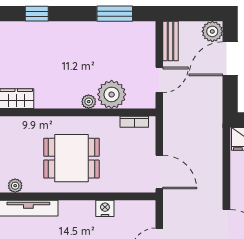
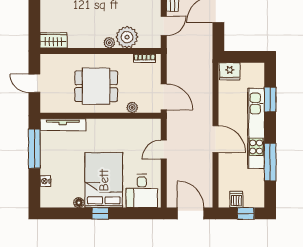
plant: (15, 186) -> (132, 107), moved
nightstand: (105, 208) -> (122, 125), removed

